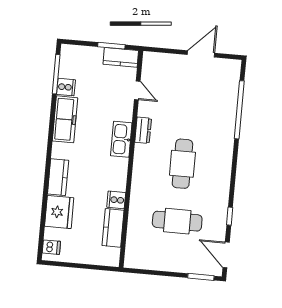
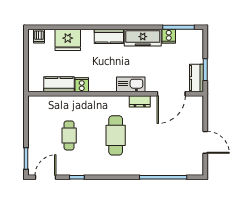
door: (137, 90) -> (171, 94), width x1.88
cafe table: (182, 164) -> (116, 135), turned 90
kitchen counter: (58, 177) -> (109, 36), moved
cafe table: (177, 221) -> (69, 135), width x0.73, depth x0.74

